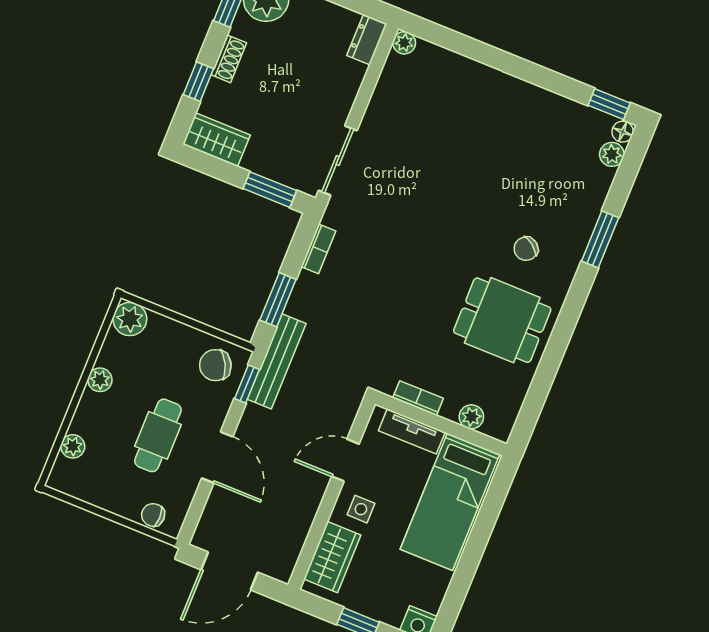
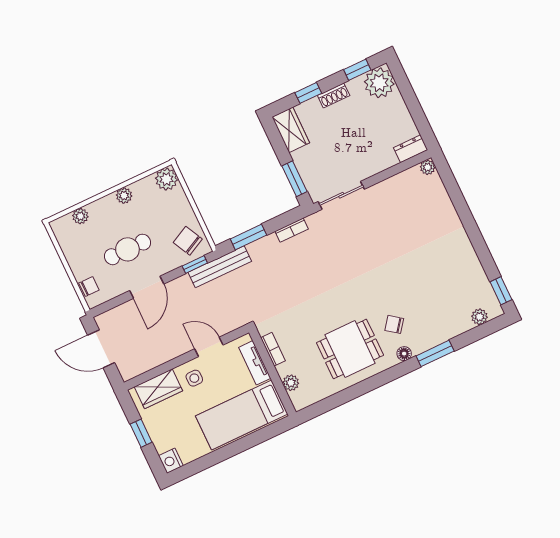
floor lamp: (623, 132) -> (404, 354), moved
dining table: (502, 320) -> (350, 349), turned 90
chair: (153, 515) -> (89, 287), turned 90

